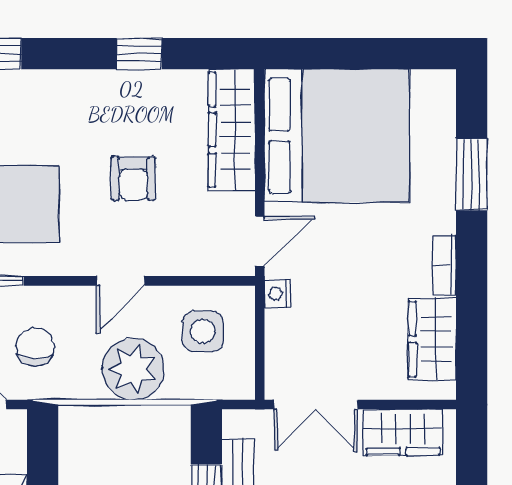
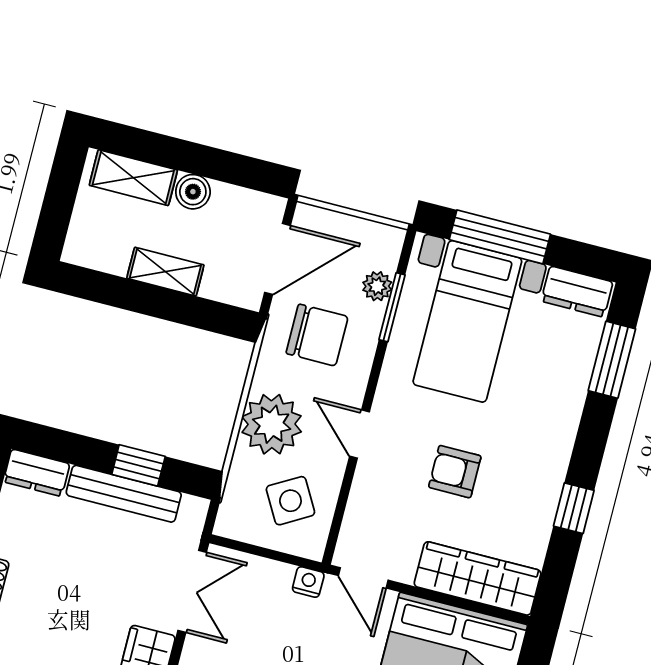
side table: (203, 331) -> (290, 501), turned -30
chair: (35, 347) -> (317, 335), width x1.37, depth x1.37
double door: (316, 405) -> (192, 591), swing flipped

